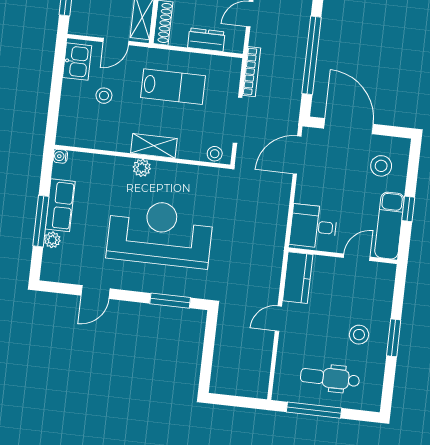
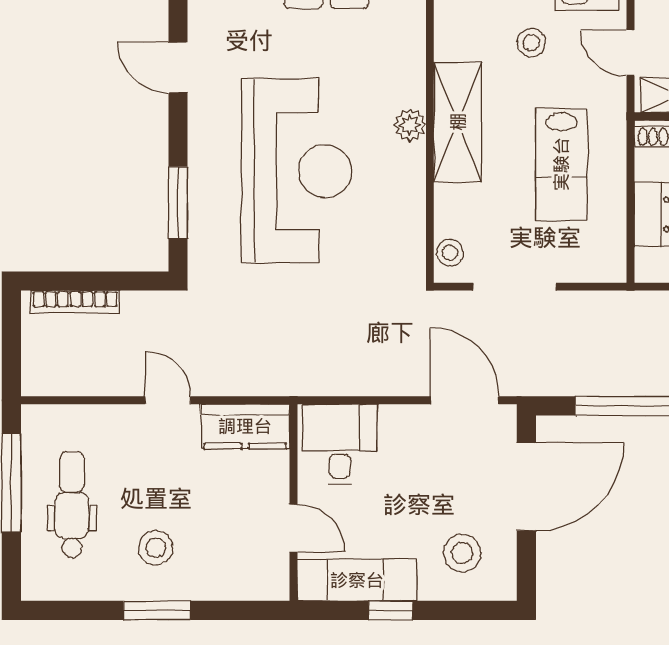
bookcase: (252, 72) -> (75, 302), moved
shelving: (154, 146) -> (458, 122), width x1.50, depth x1.33

